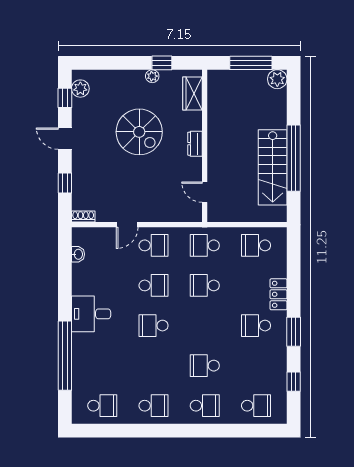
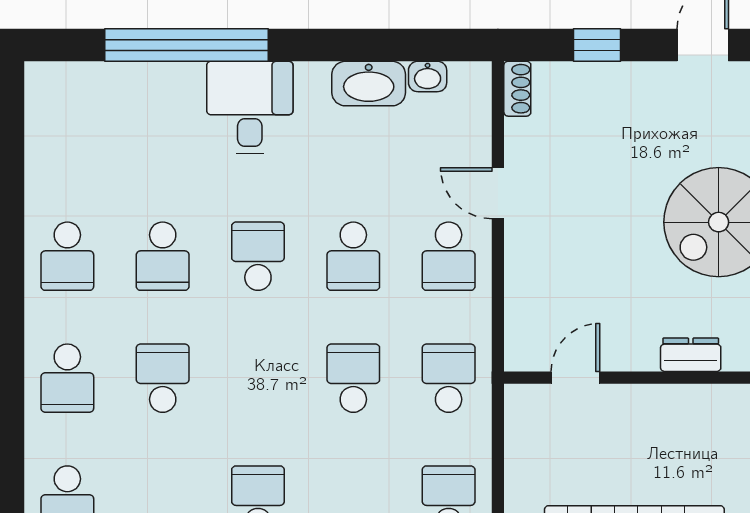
washbasin: (81, 279) -> (369, 84), added
desk: (91, 314) -> (250, 107), moved
school desk: (102, 406) -> (163, 256), moved

